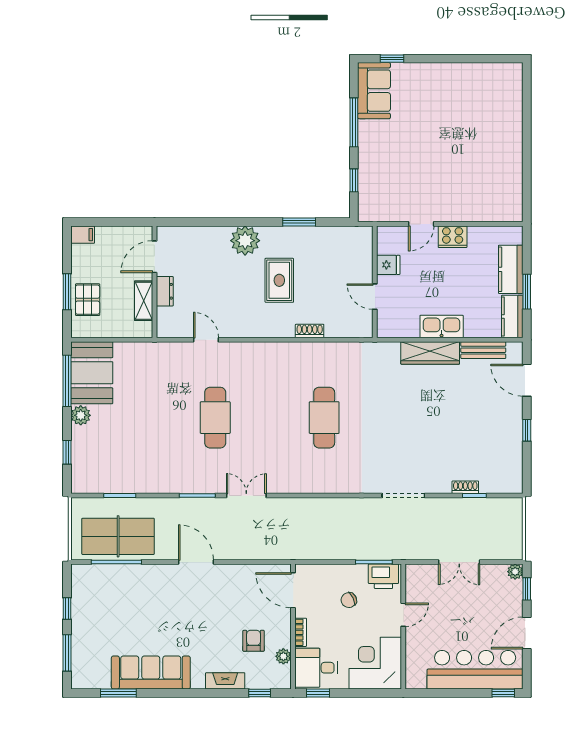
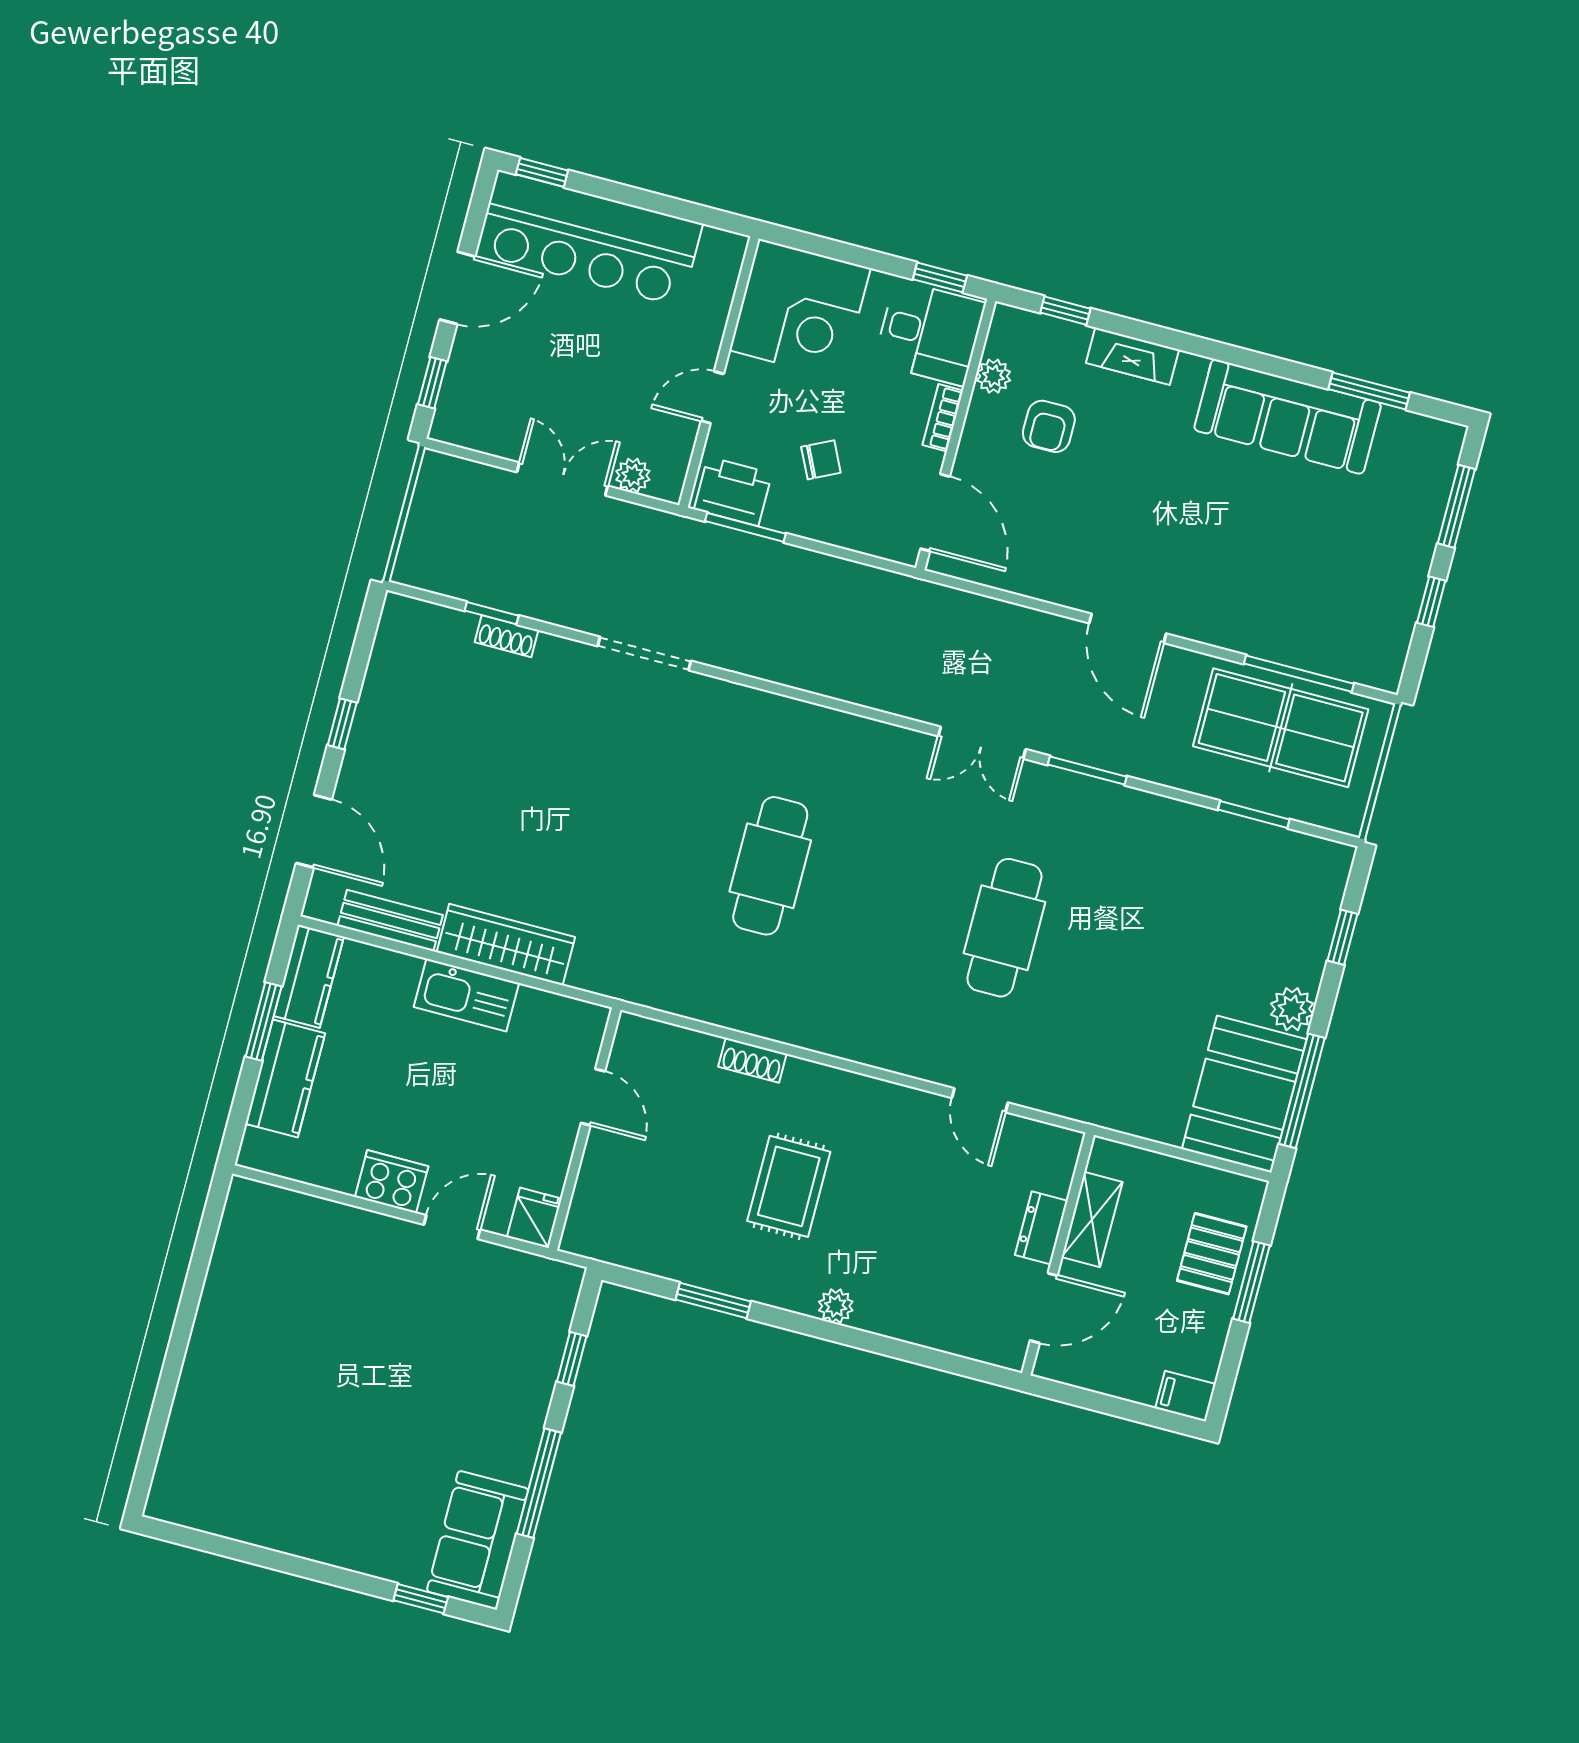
plant: (245, 241) -> (836, 1306), width x0.53, depth x0.53
fridge: (388, 265) -> (534, 1218), moved, turned 90
plant: (515, 572) -> (633, 475), moved

